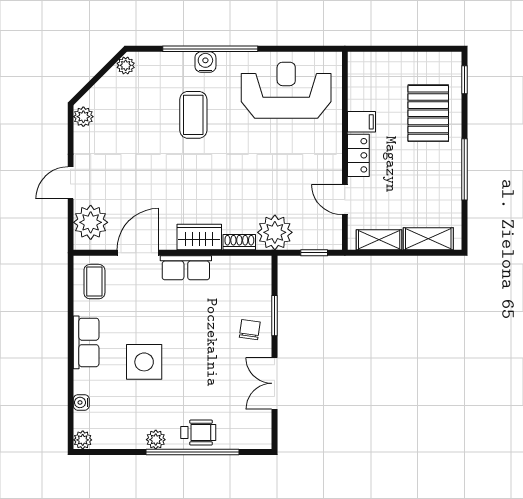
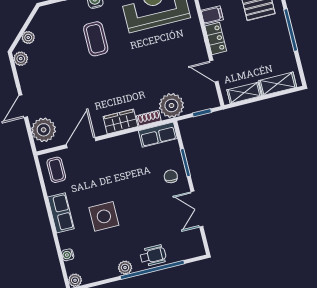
plant: (126, 65) -> (28, 38), moved
row of seats: (186, 268) -> (158, 135), moved

